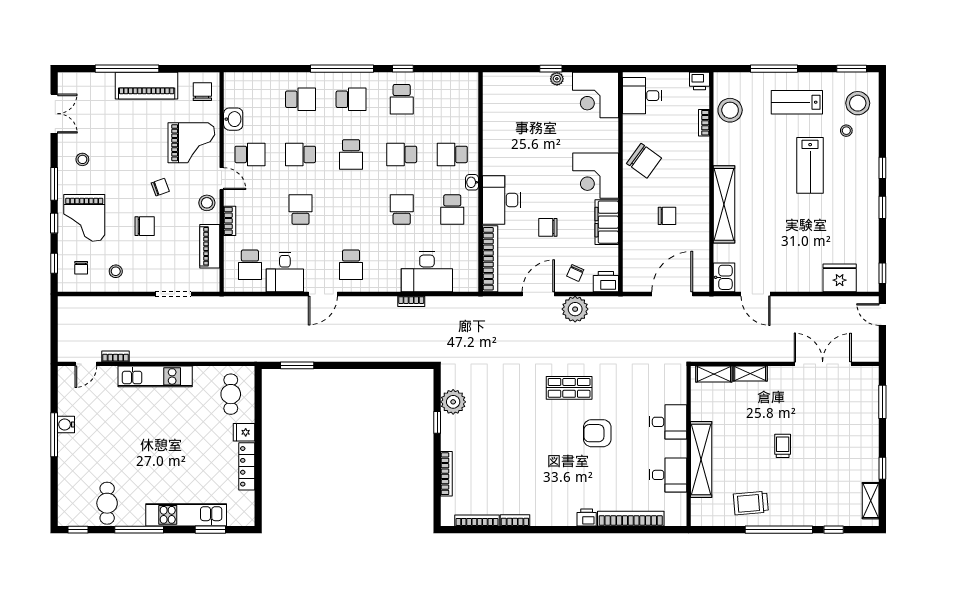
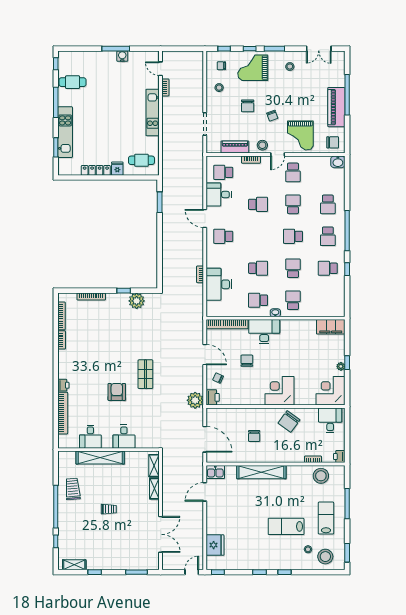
washbasin: (233, 119) -> (338, 162), moved
filing cabinet: (607, 222) -> (331, 327), moved, turned 180
plant: (575, 309) -> (195, 400), moved

